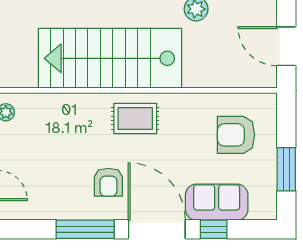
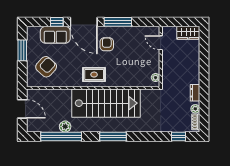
armchair: (236, 135) -> (46, 67), turned -48

